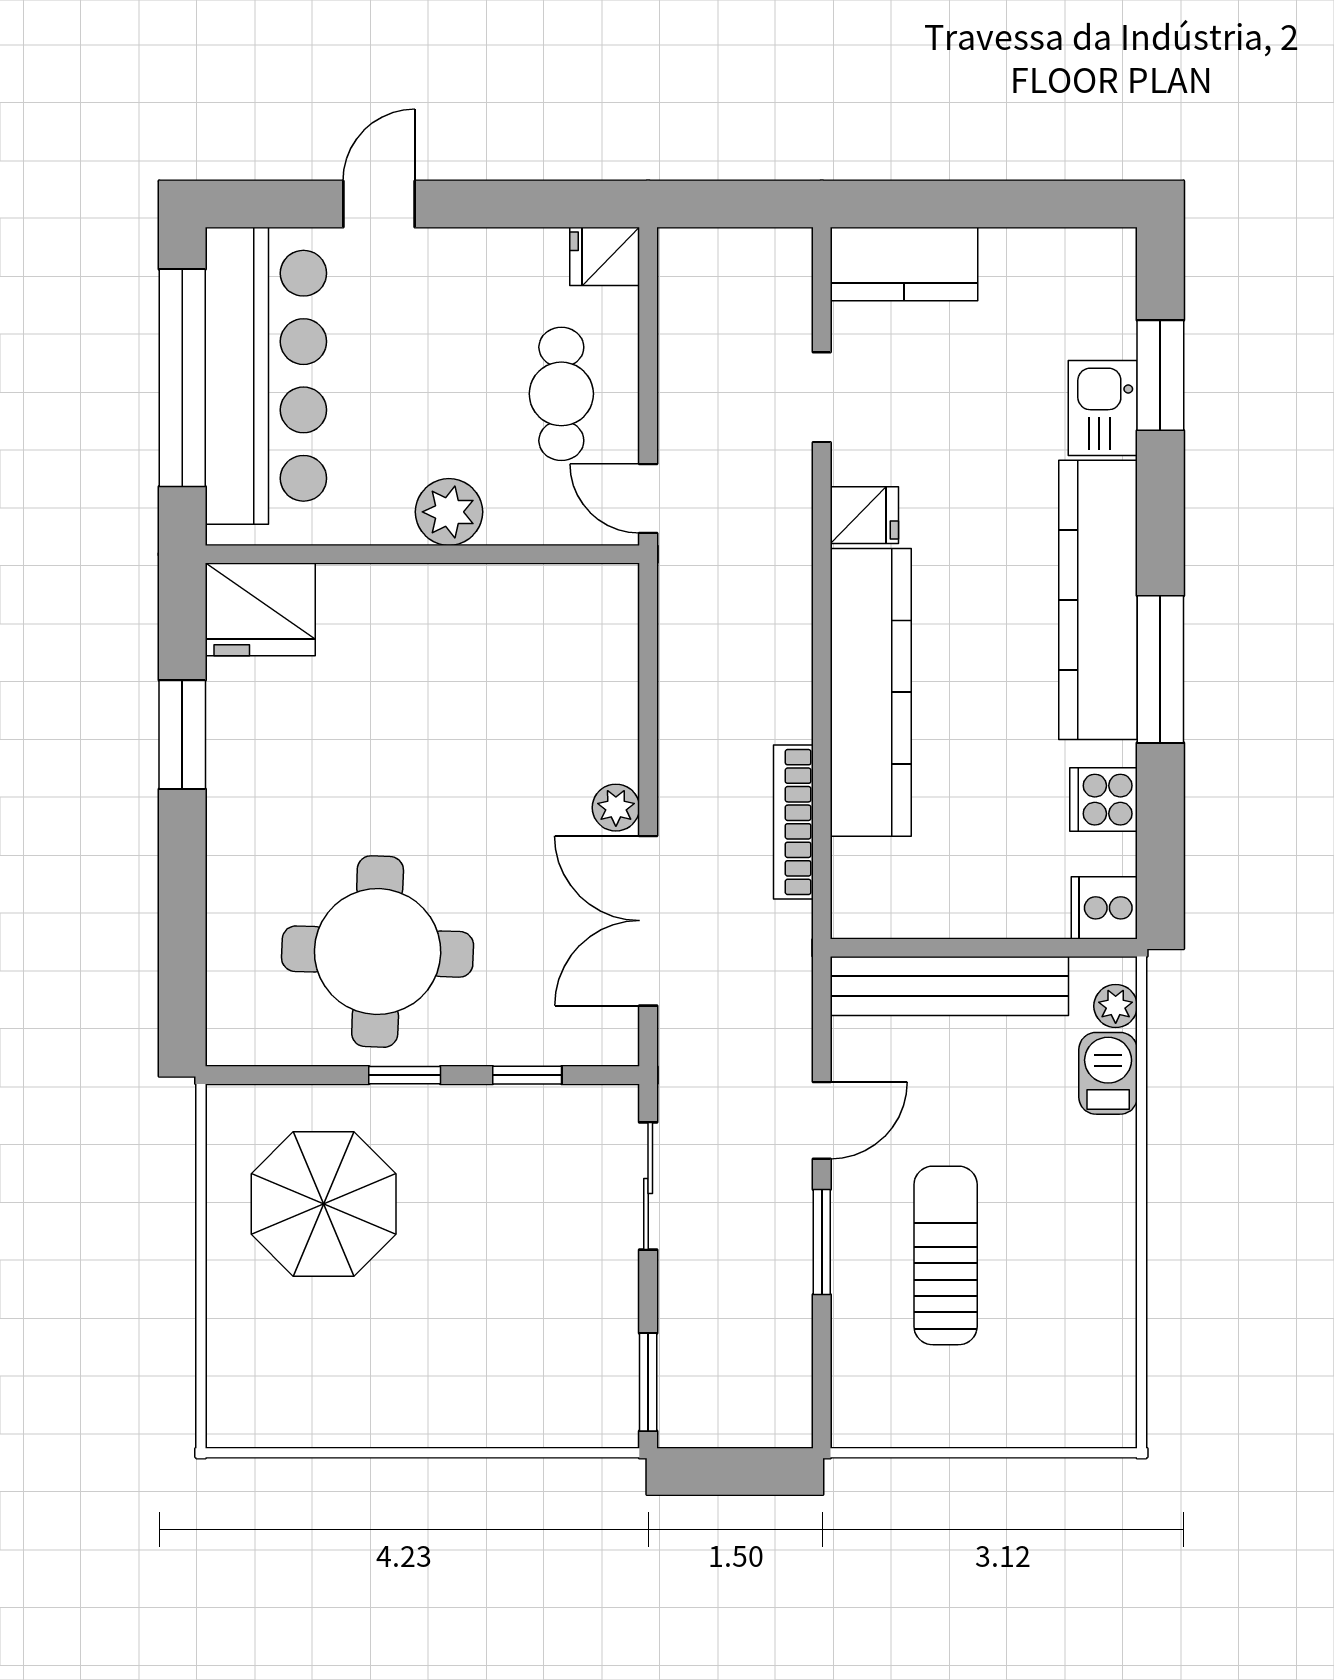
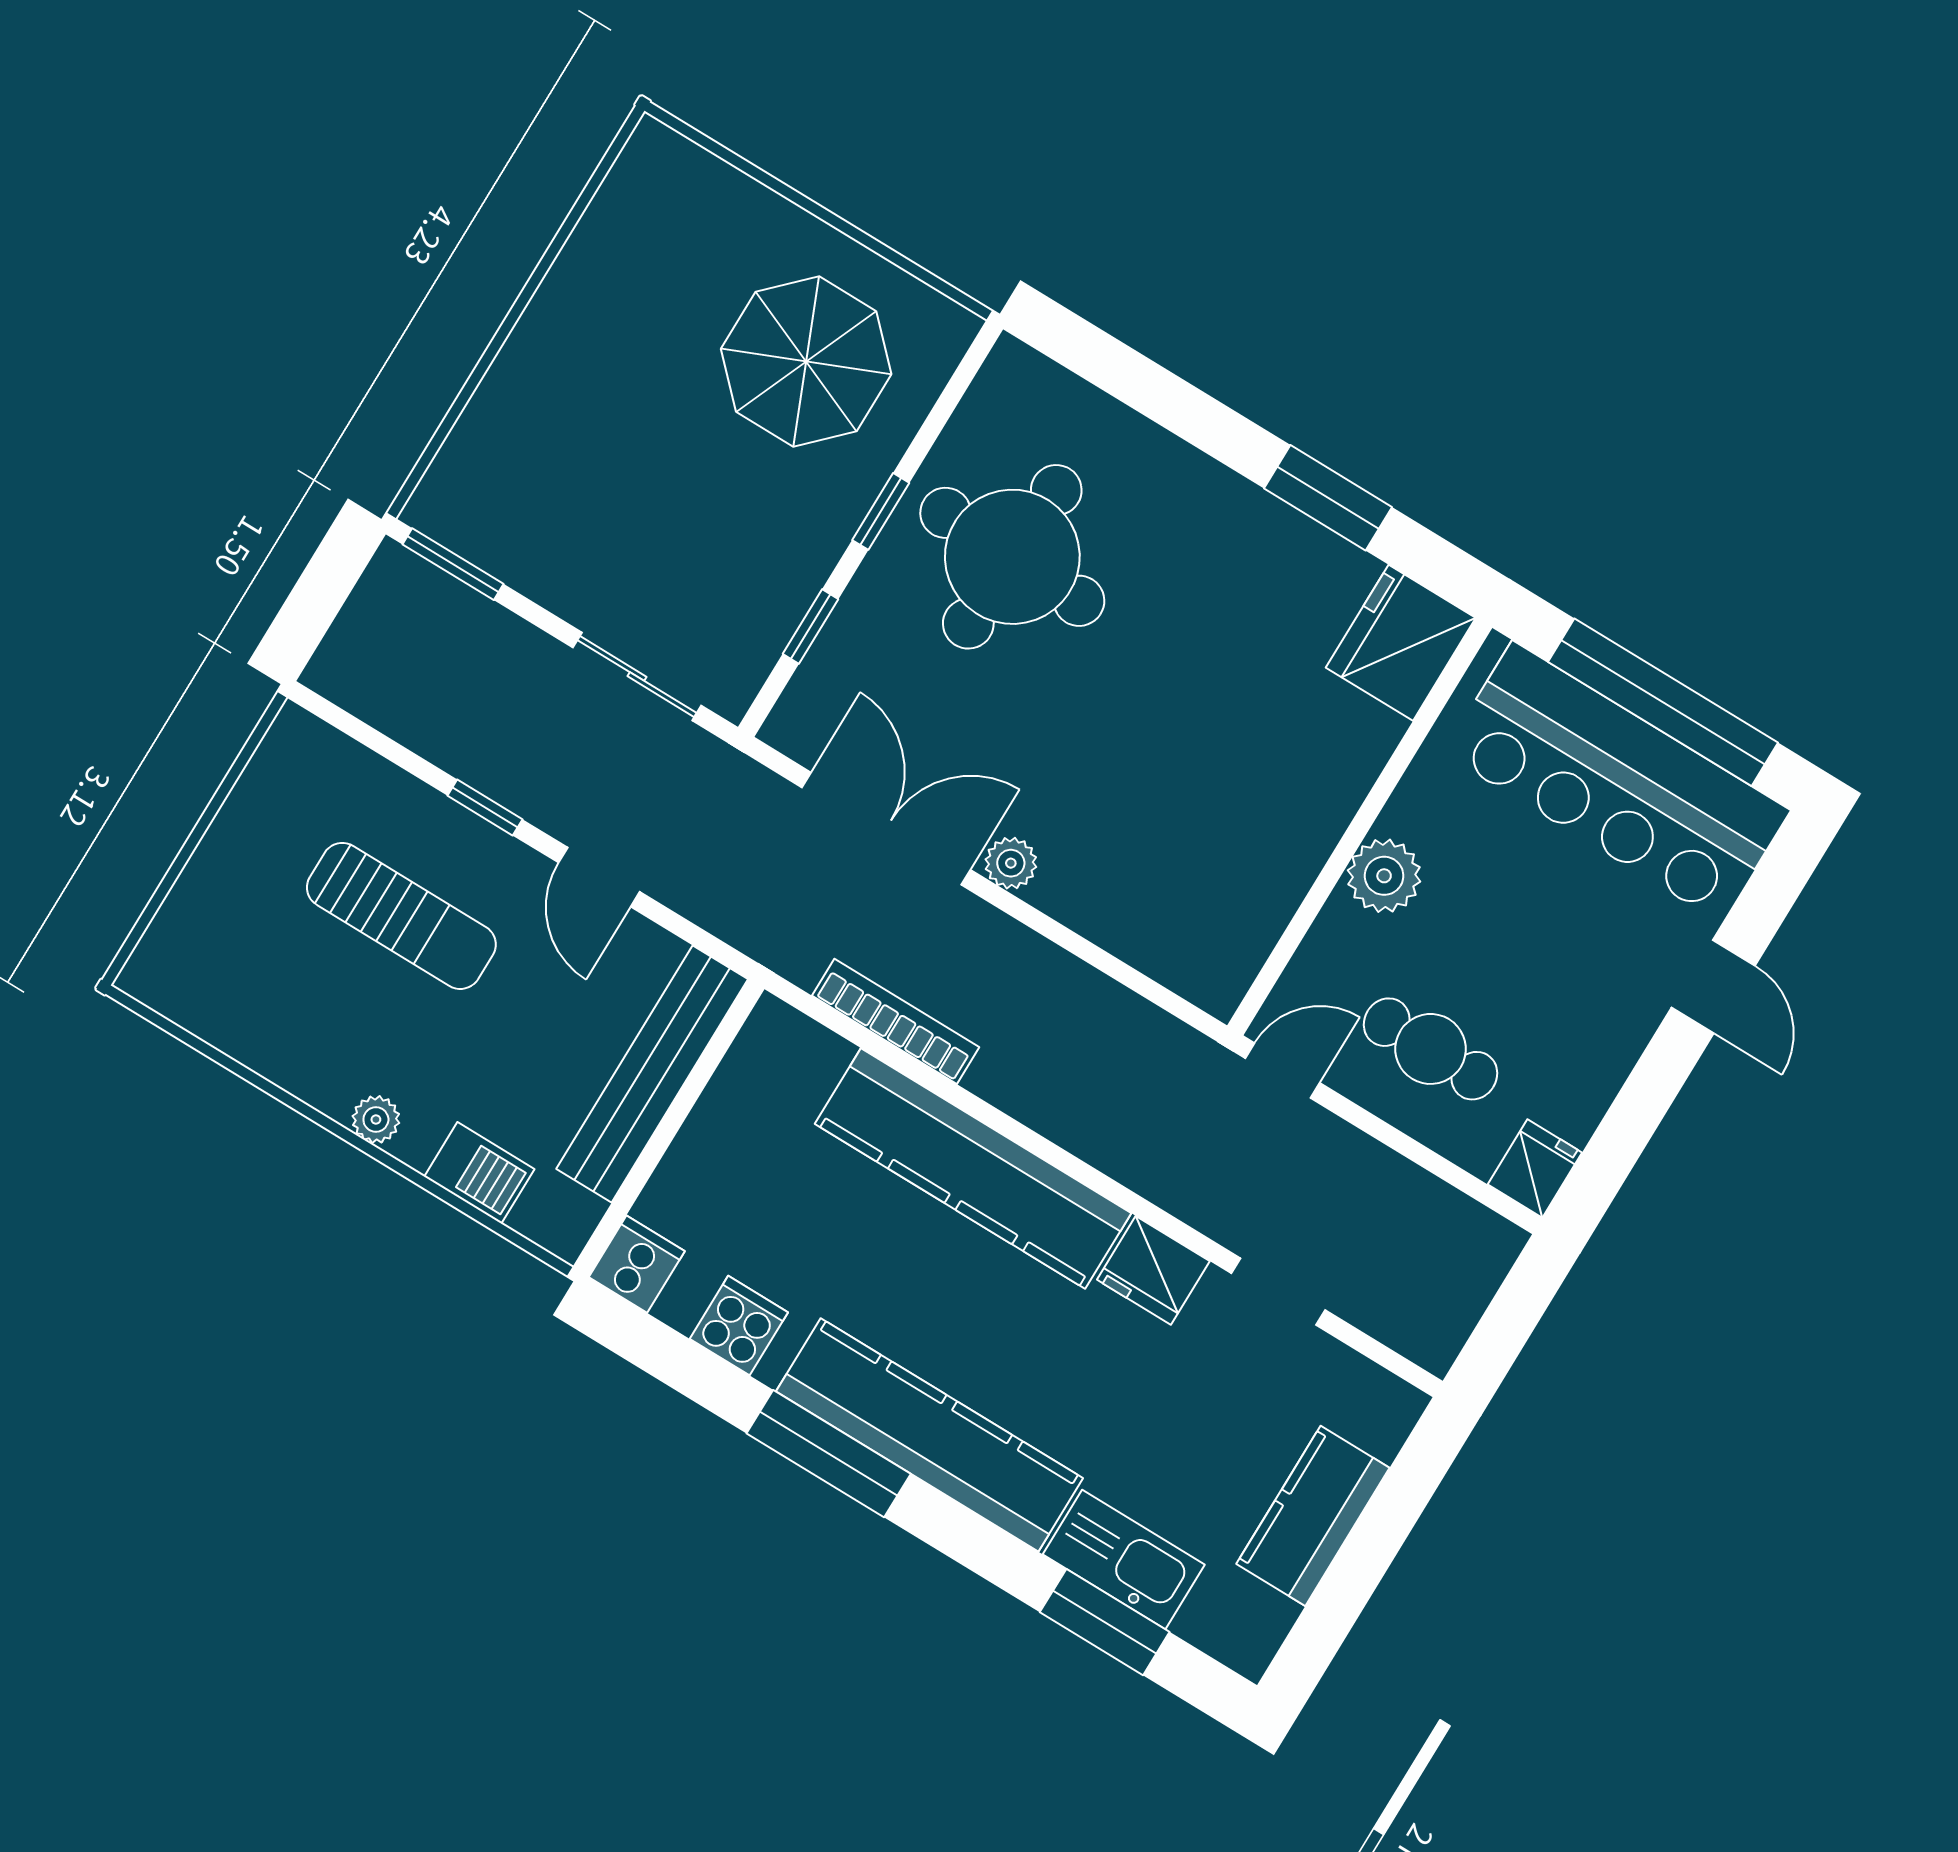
kitchen counter: (904, 264) -> (1313, 1516), moved
kitchen sink: (1103, 408) -> (1124, 1559), width x1.38
fridge: (864, 515) -> (1153, 1270), width x1.38
plant: (1116, 1006) -> (376, 1120), moved
window: (822, 1242) -> (485, 807), width x0.67

